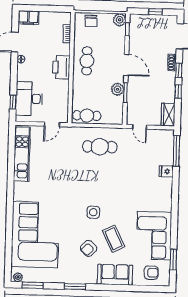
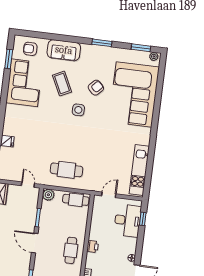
printer: (61, 67) -> (93, 246), width x0.53, depth x0.68
plant: (118, 89) -> (48, 195), moved
armchair: (89, 248) -> (96, 88), moved

